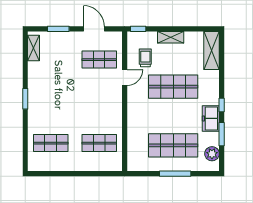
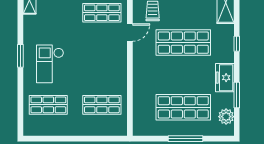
window: (222, 105) -> (237, 44), moved
checkout: (52, 106) -> (50, 64), added

